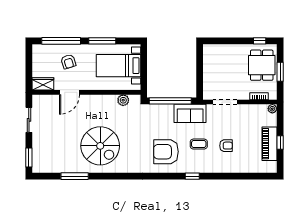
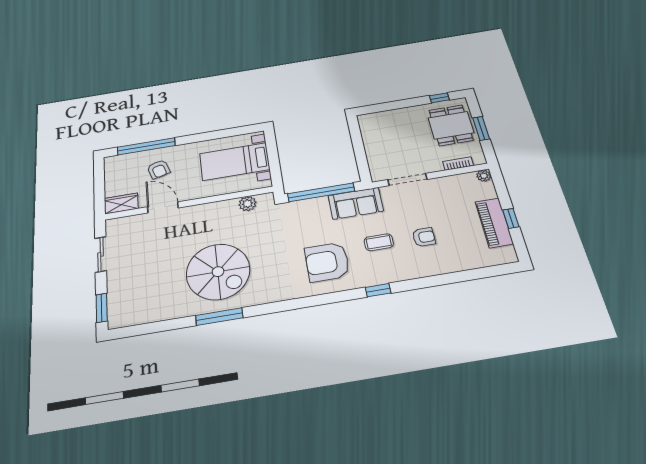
window: (102, 41) -> (207, 136), removed
door: (70, 92) -> (163, 207), swing flipped
window: (75, 176) -> (219, 317), moved

